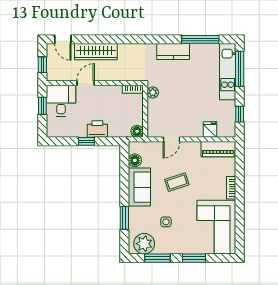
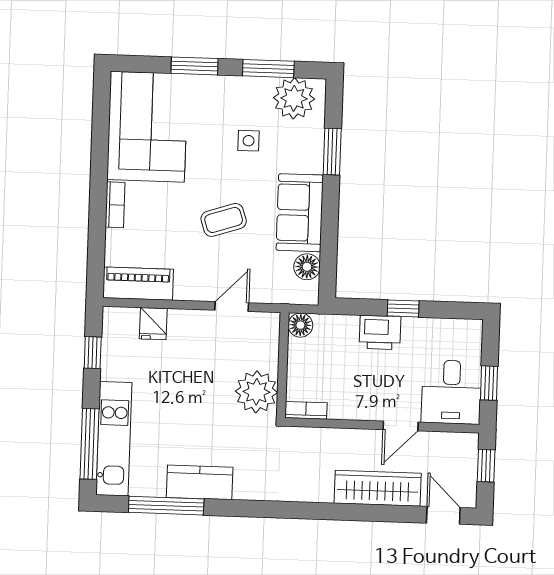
kitchen counter: (173, 52) -> (200, 482), moved
plant: (153, 93) -> (256, 392), width x1.87, depth x1.87

